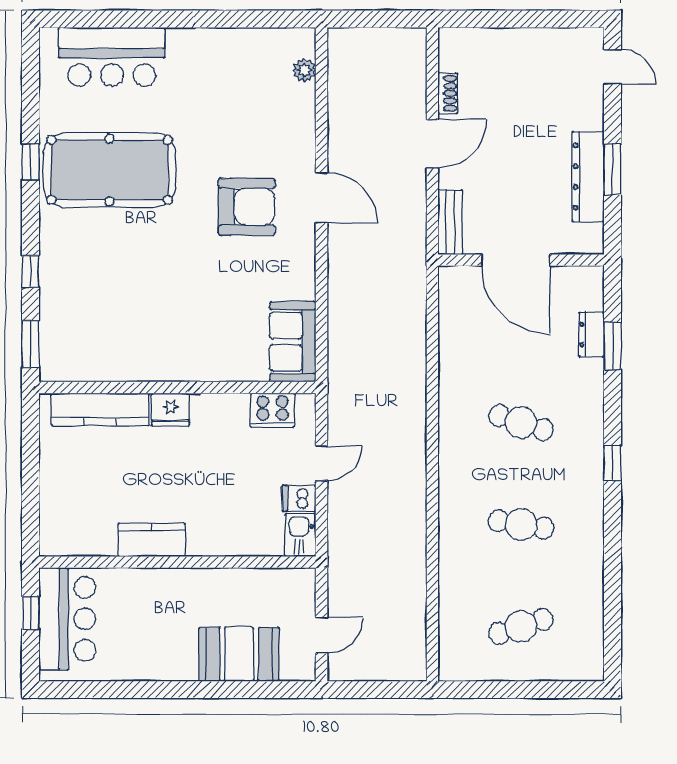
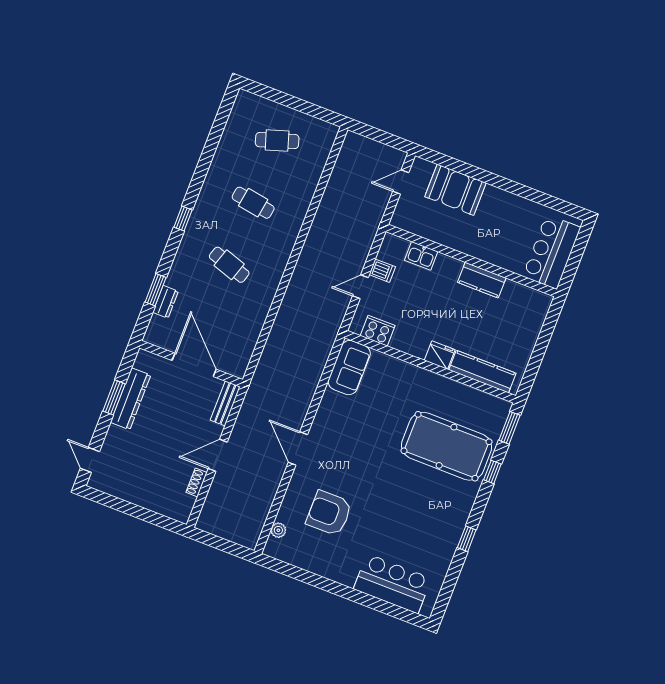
pool table: (110, 170) -> (447, 446), moved
armchair: (247, 207) -> (329, 513), moved
kitchen sink: (300, 535) -> (421, 256), moved, turned 90
window: (31, 613) -> (573, 264), removed

